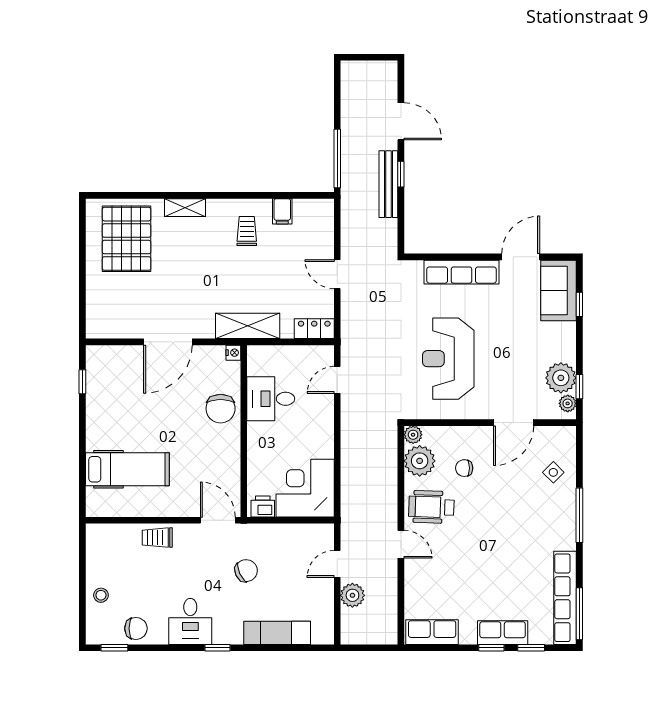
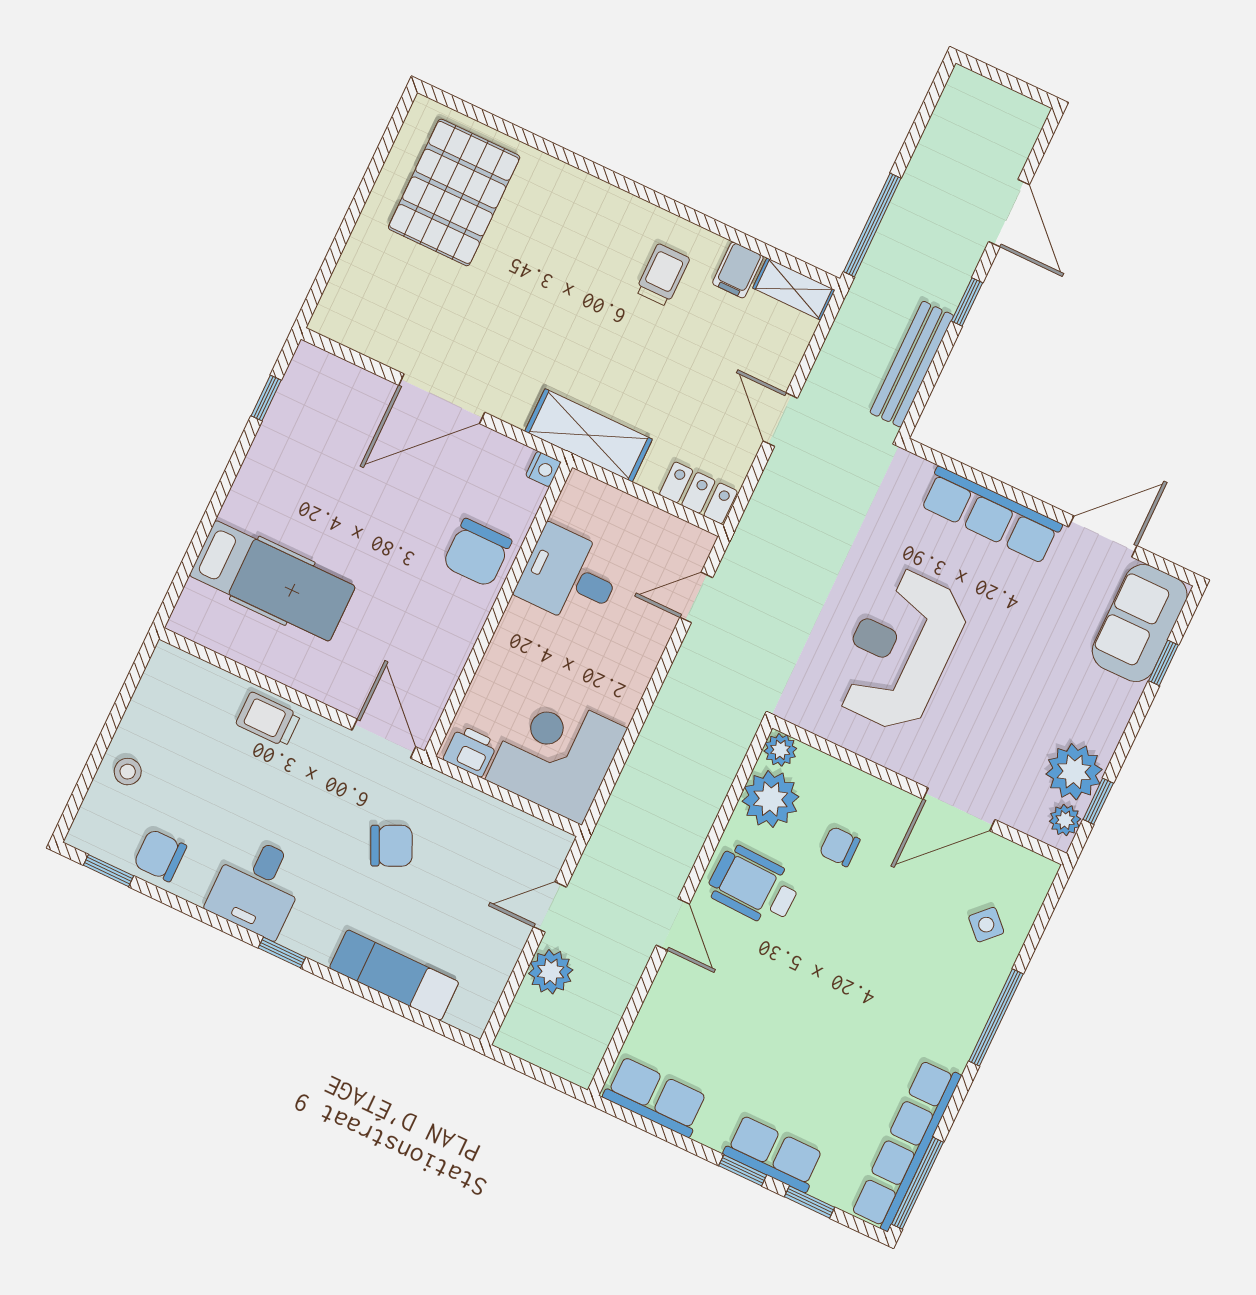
bench: (388, 184) -> (912, 364), moved
shelving: (185, 208) -> (794, 289), moved
chair: (136, 628) -> (160, 855), turned 180

